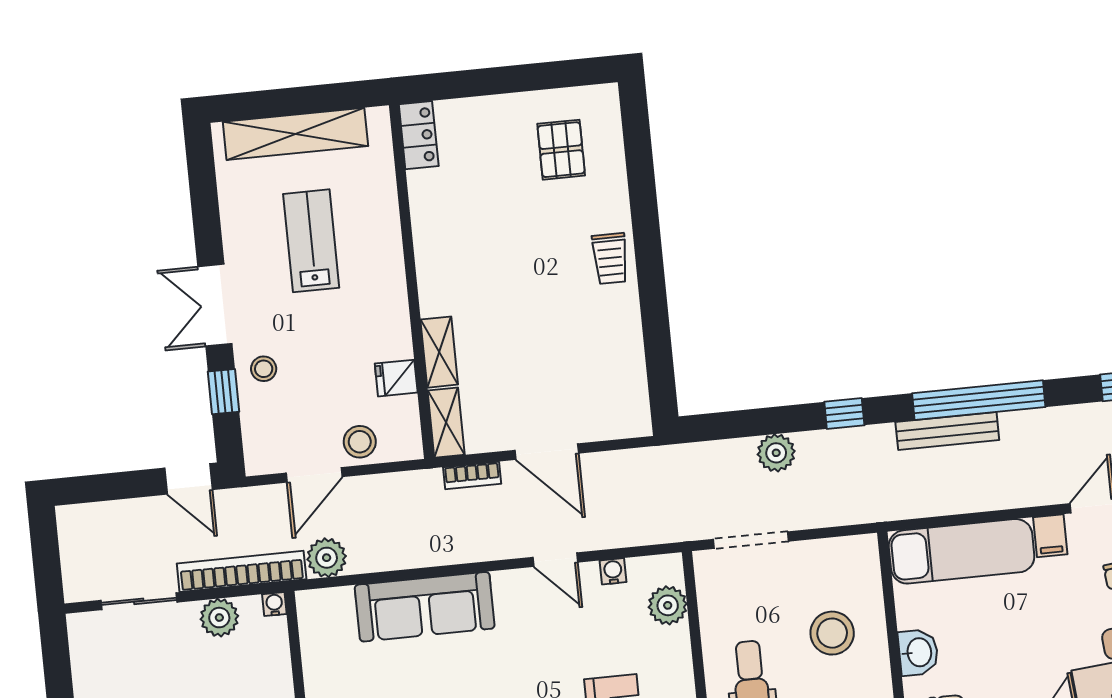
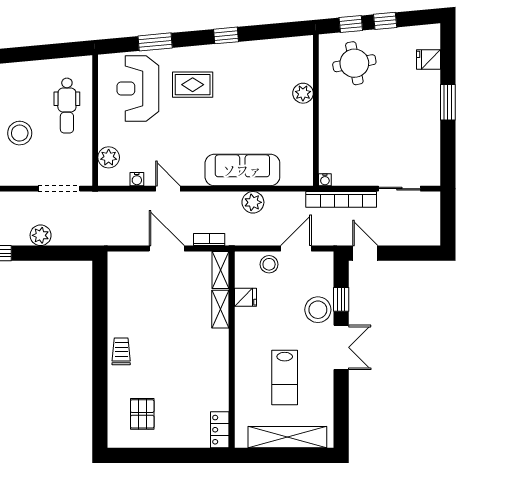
stool: (264, 369) -> (318, 310), width x1.89, depth x1.89
plant: (327, 558) -> (253, 202), moved
plant: (219, 618) -> (356, 175), removed

